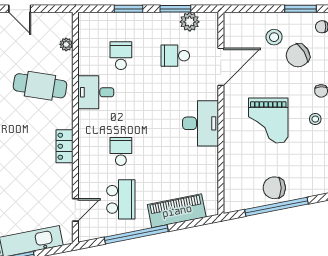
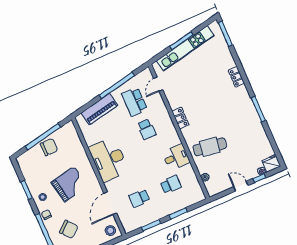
plant: (190, 22) -> (140, 221), removed
stool: (274, 37) -> (110, 231), moved
chair: (298, 55) -> (69, 229), turned 81
school desk: (121, 56) -> (171, 185), turned -90
school desk: (175, 56) -> (139, 198), turned 180
grand piano: (268, 121) -> (69, 184), turned 79
desk: (201, 123) -> (109, 159), width x1.36, depth x1.30

